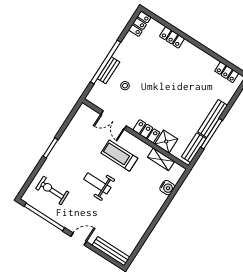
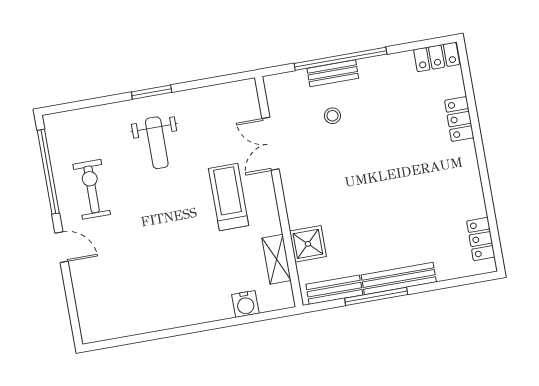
locker: (146, 131) -> (297, 203), removed
weight bench: (97, 183) -> (157, 143), moved, turned 180
exercise bike: (52, 190) -> (92, 189), moved
bench: (111, 251) -> (86, 307), removed

